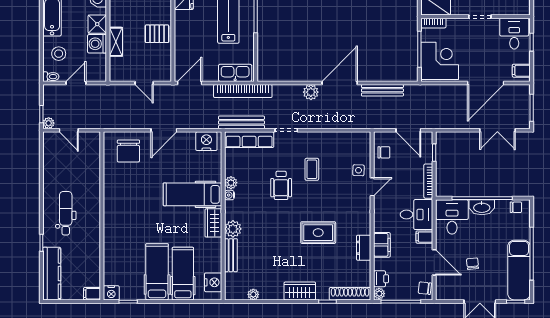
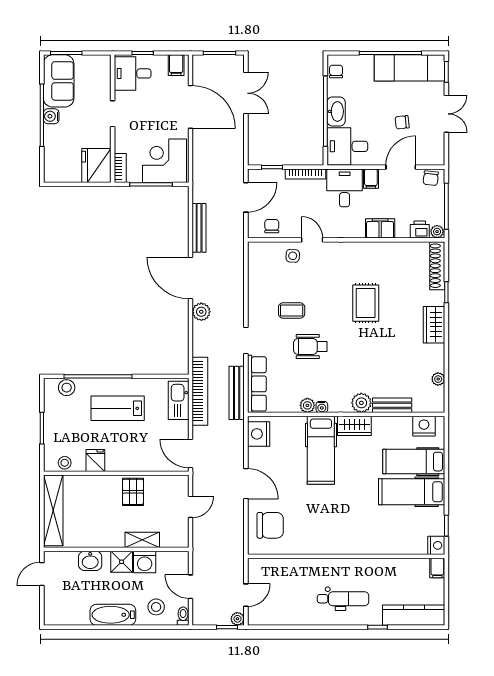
wheelchair: (281, 185) -> (310, 346), turned 180
dental chair: (66, 213) -> (343, 599), turned 180
dresser: (364, 248) -> (383, 250), removed

